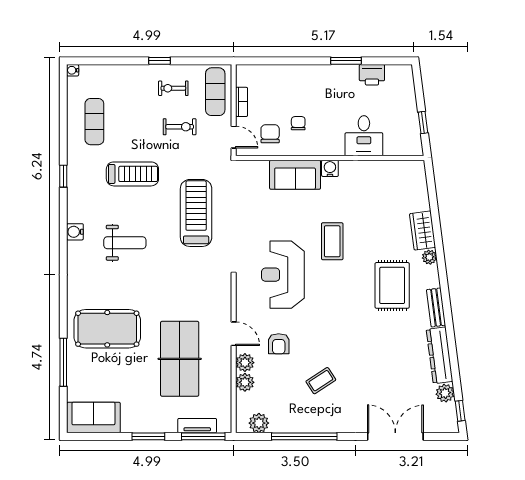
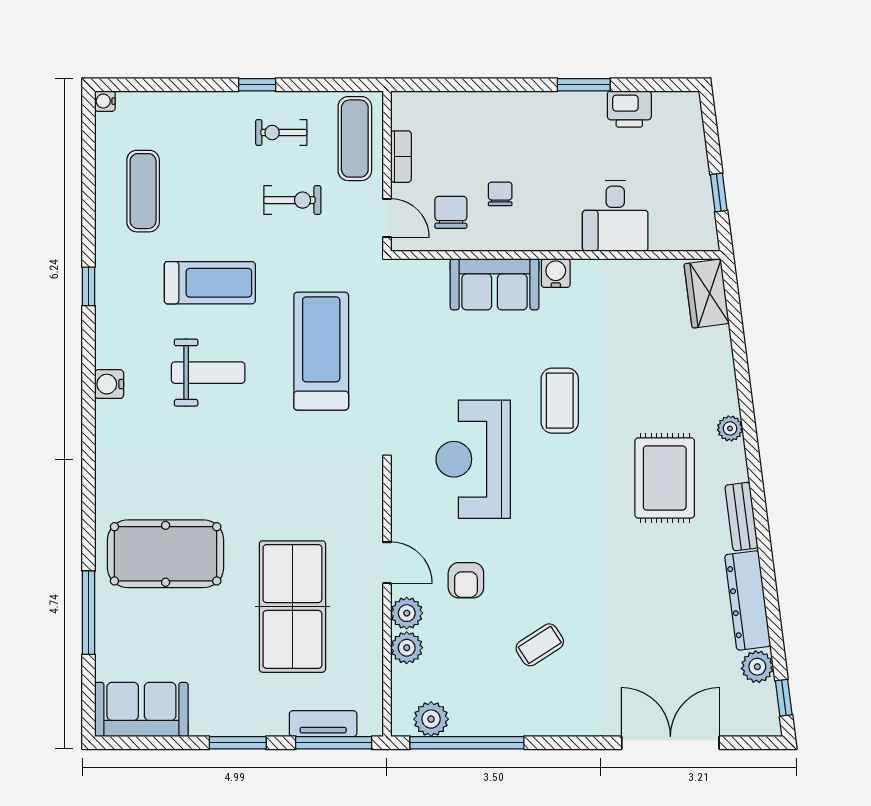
wardrobe: (423, 231) -> (707, 294), moved
weight bench: (125, 243) -> (208, 373), moved
window: (304, 436) -> (467, 743), moved

